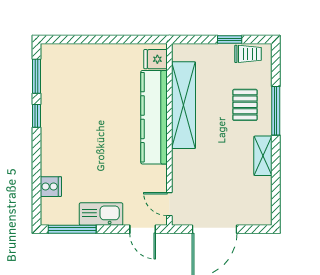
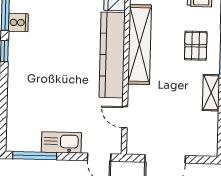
cooker: (51, 187) -> (18, 22), moved
door: (169, 204) -> (125, 117), moved

